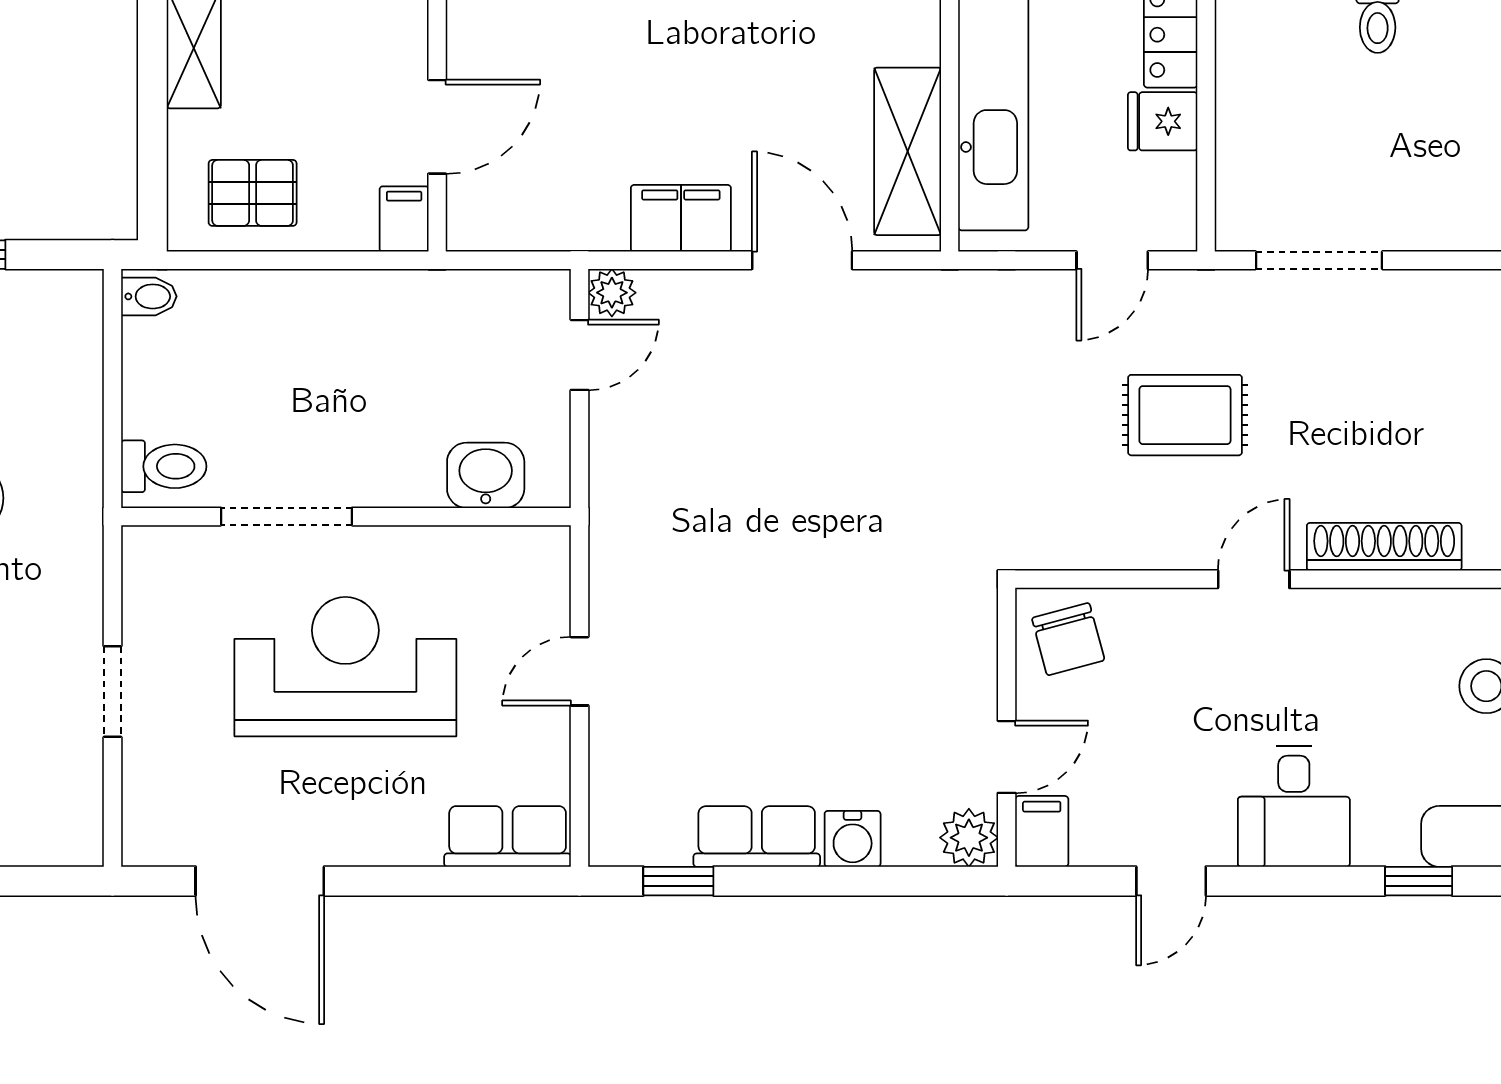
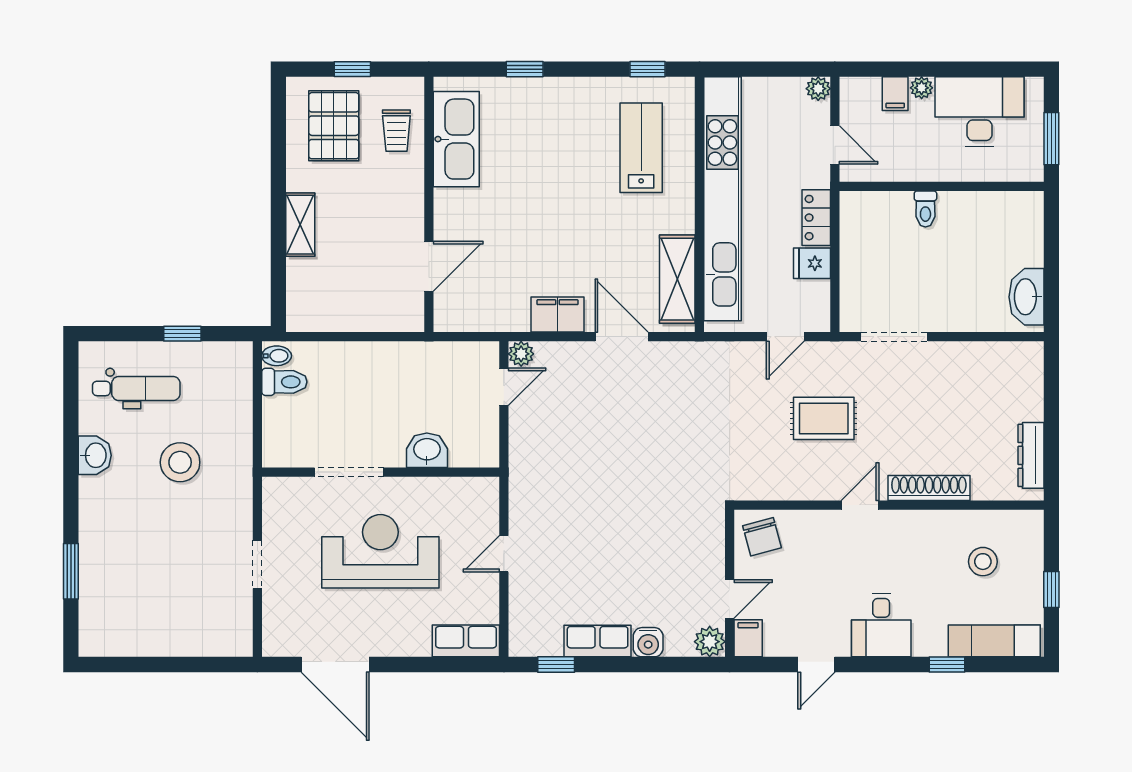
pallet: (253, 193) -> (331, 301), removed
filing cabinet: (404, 219) -> (411, 315), removed
toilet: (164, 466) -> (284, 382), moved
washbasin: (486, 475) -> (427, 450), moved

